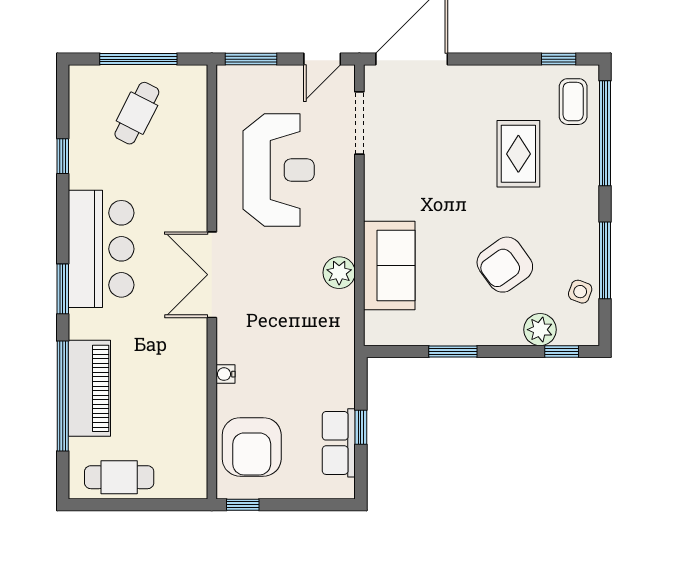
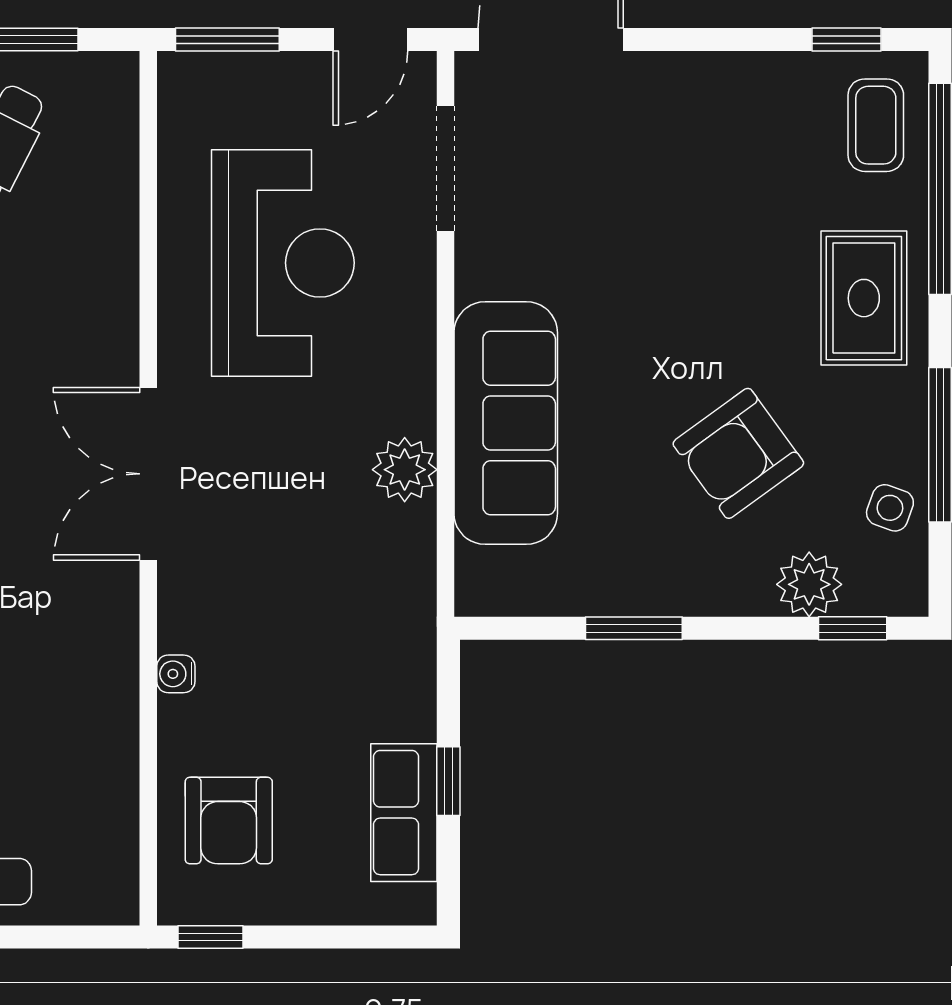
rug: (518, 154) -> (864, 298), moved
sofa: (389, 265) -> (506, 423), width x1.36
armchair: (252, 447) -> (229, 821), width x0.73, depth x0.73

